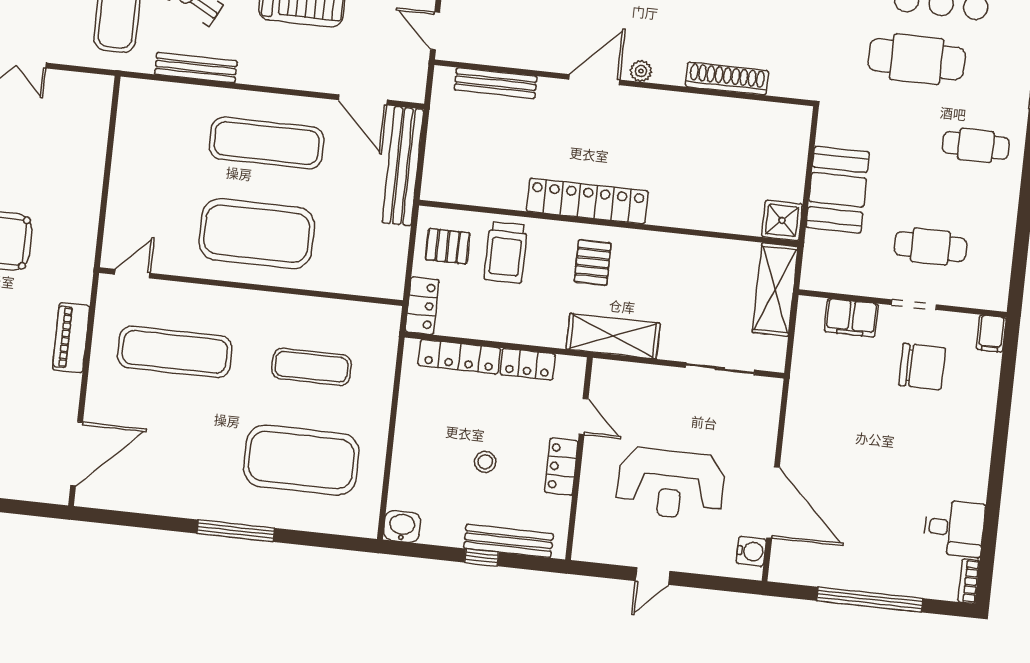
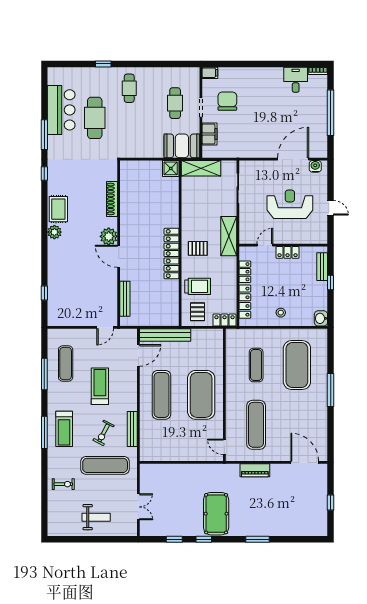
plant: (641, 71) -> (109, 236), width x1.88, depth x1.88
booth: (838, 190) -> (182, 146), moved
stool: (485, 462) -> (281, 313), moved
reception desk: (671, 484) -> (290, 204), turned -90
bench: (509, 541) -> (322, 267), width x0.73

